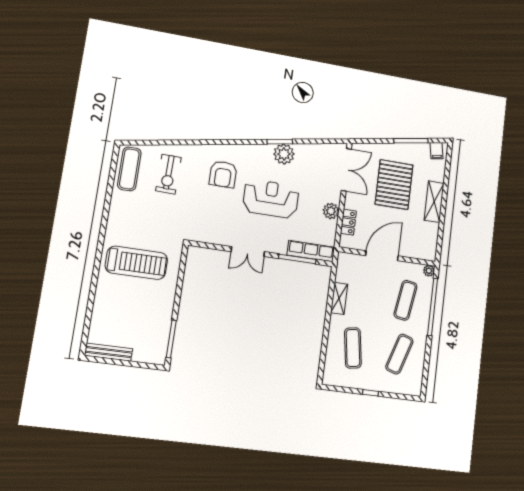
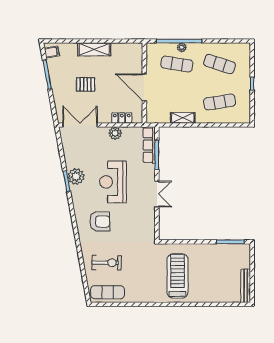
pallet: (394, 185) -> (86, 84), width x0.49, depth x0.50
plant: (429, 271) -> (182, 47), moved

